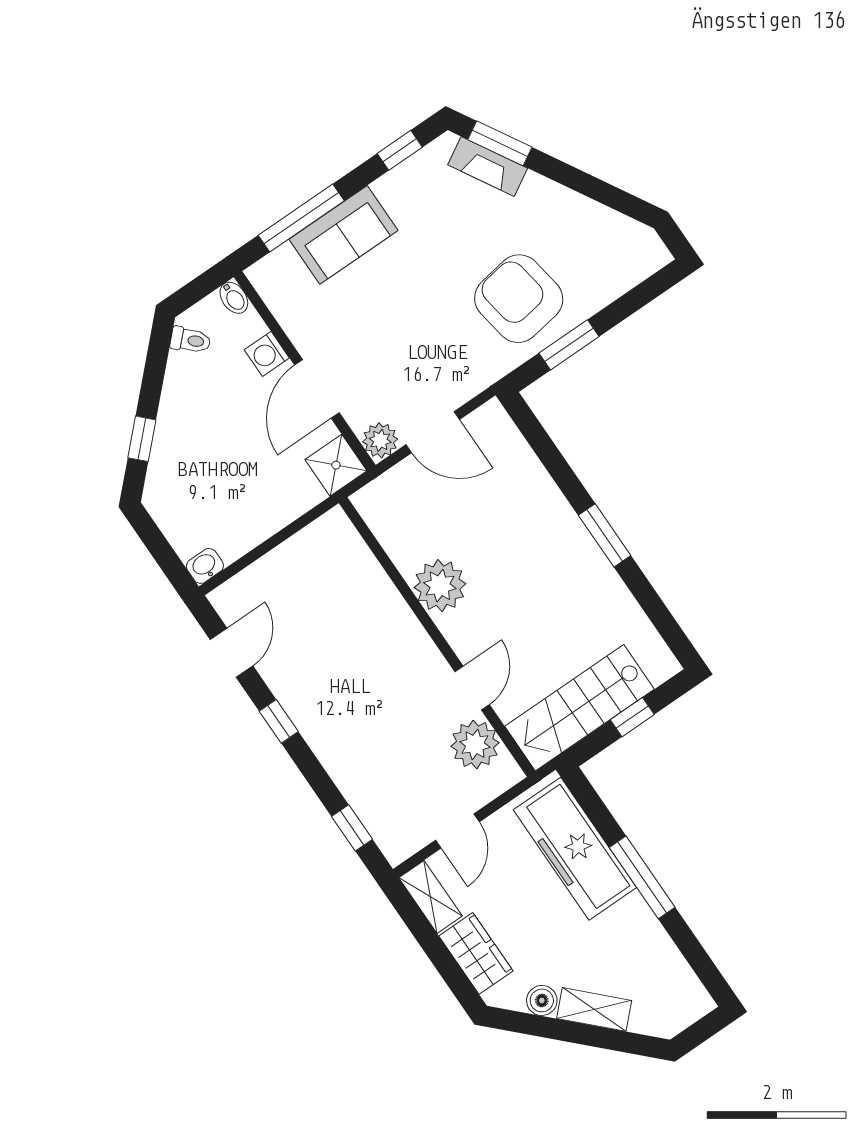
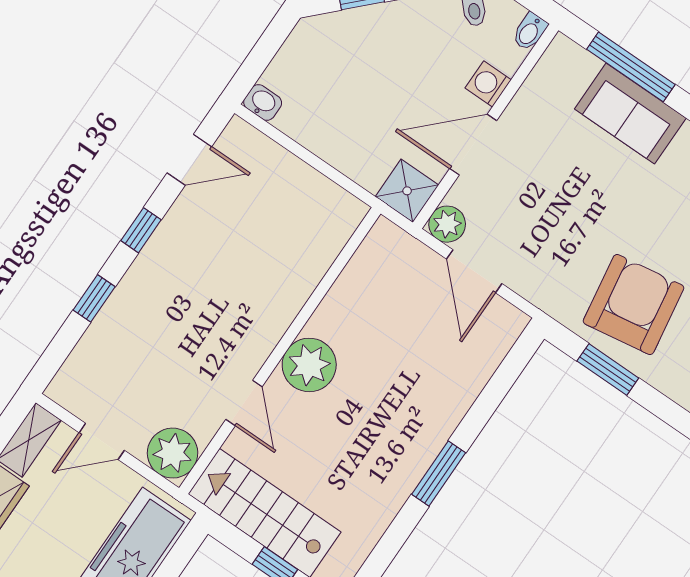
plant: (440, 586) -> (309, 365), moved
door: (472, 688) -> (244, 403), hinge flipped
plant: (475, 745) -> (173, 453), moved
window: (352, 828) -> (94, 298), moved

